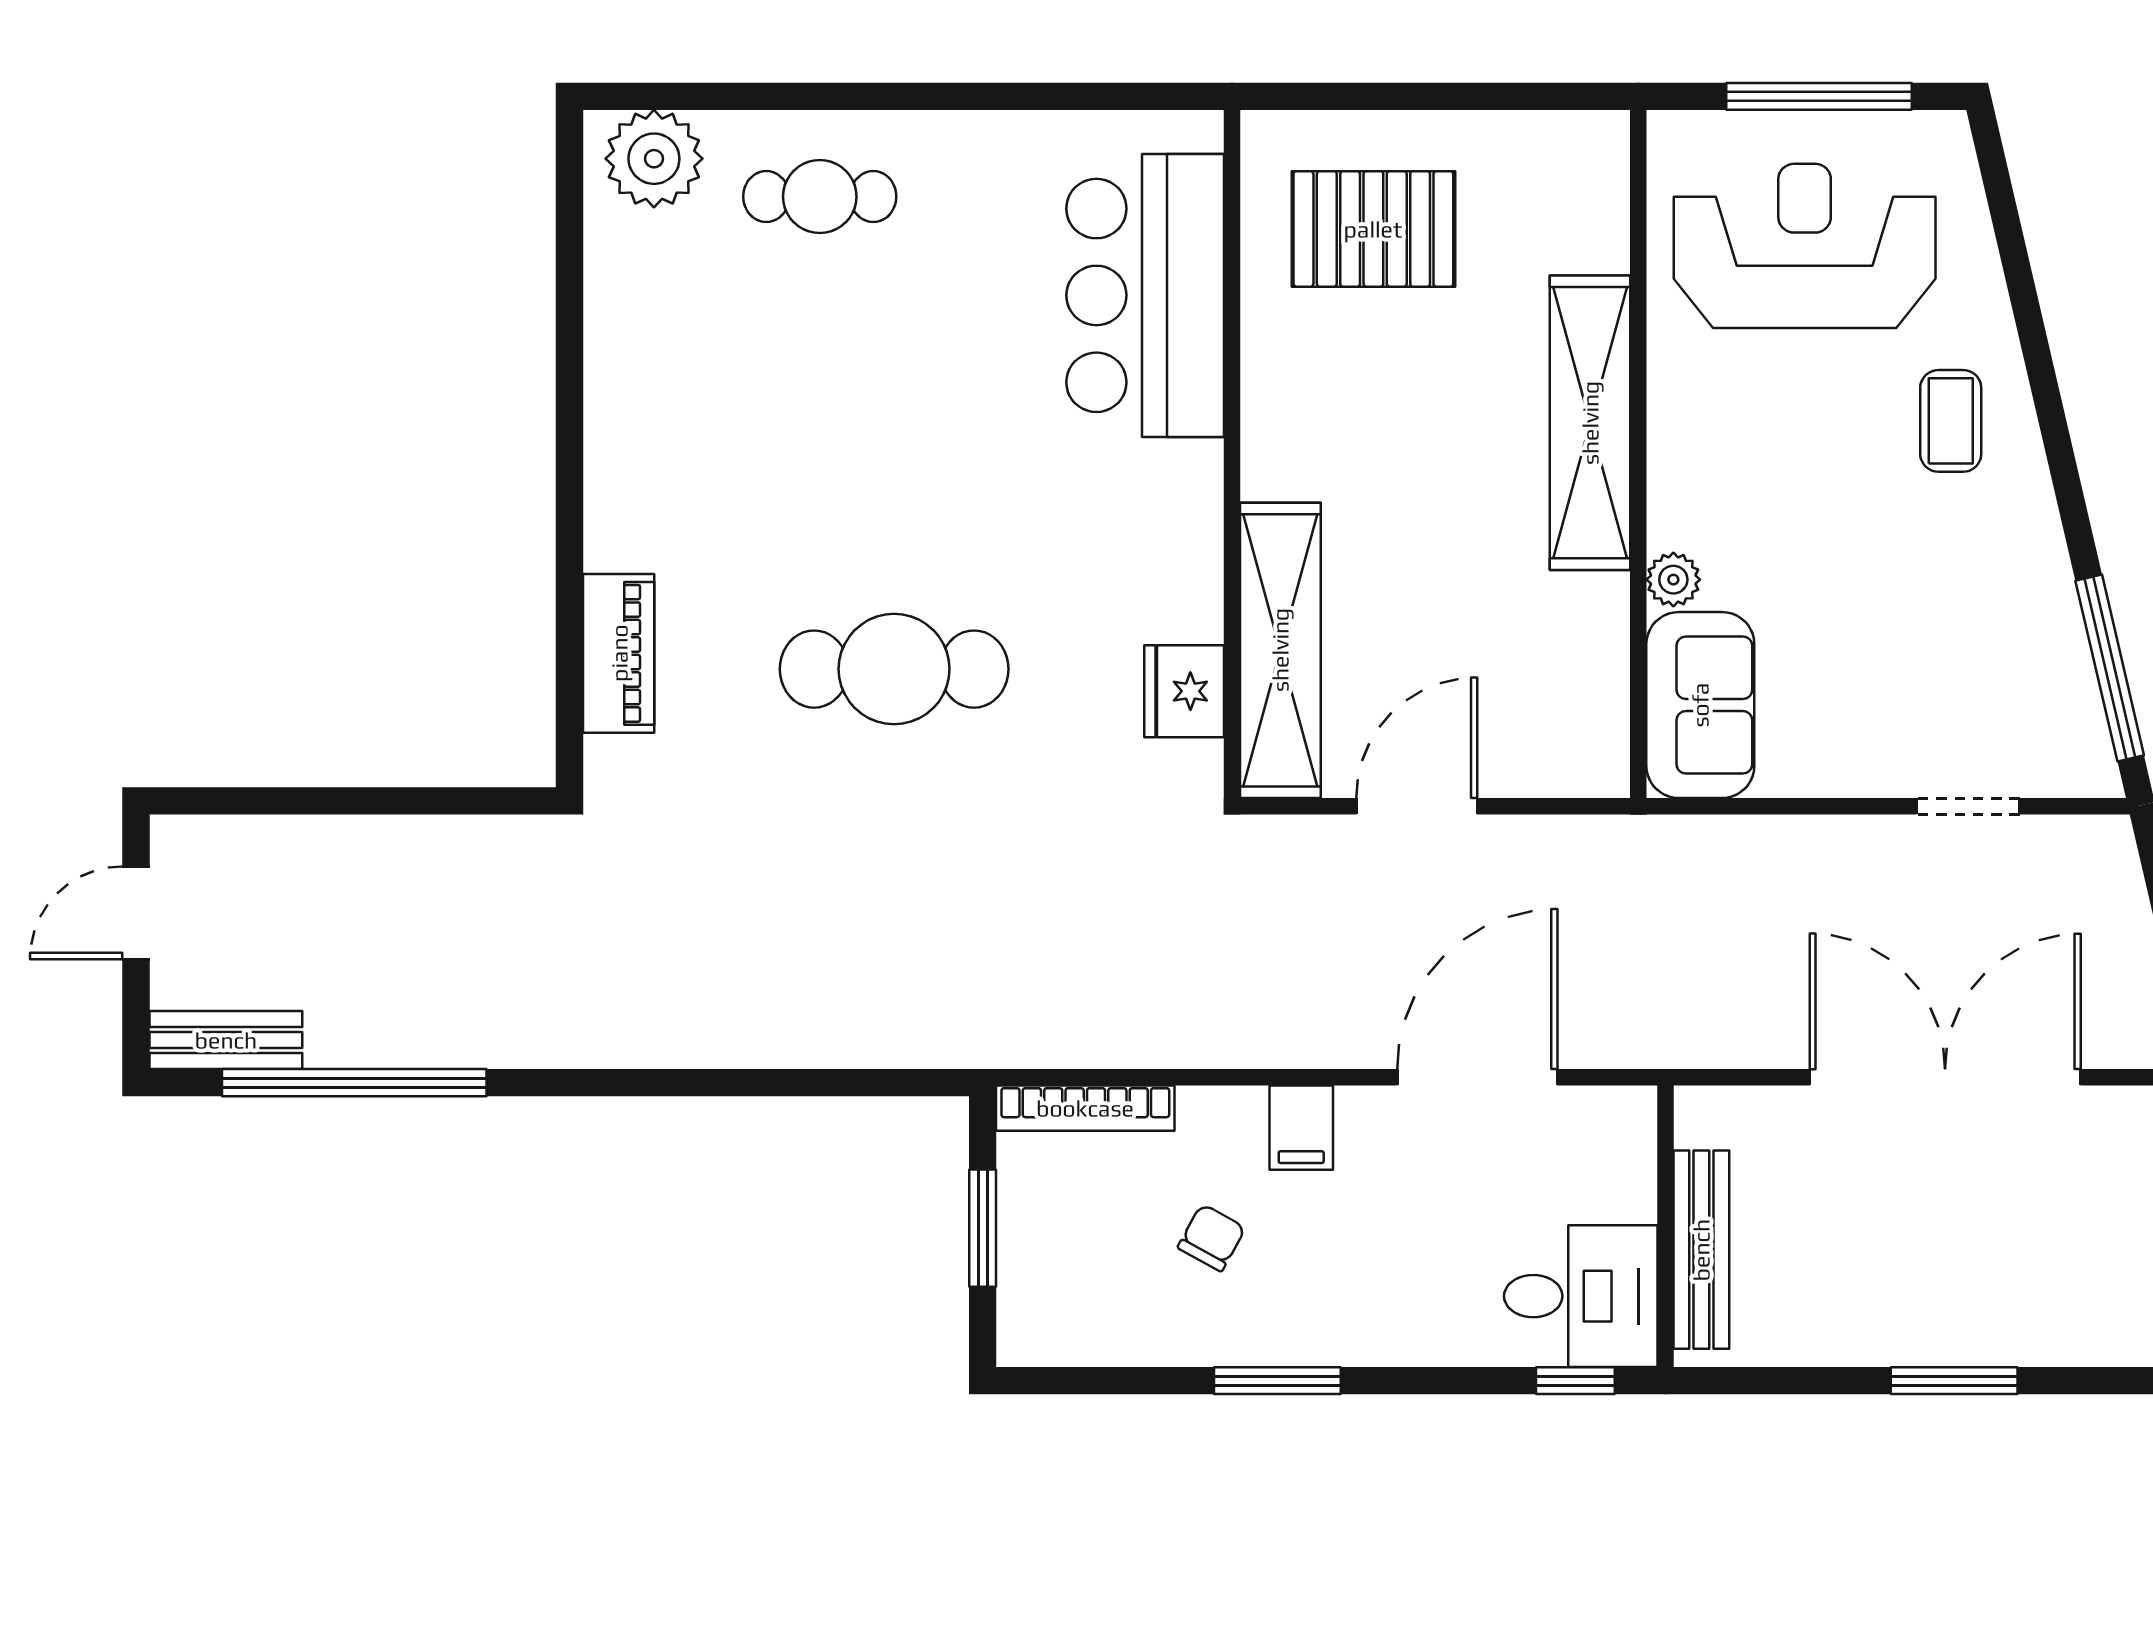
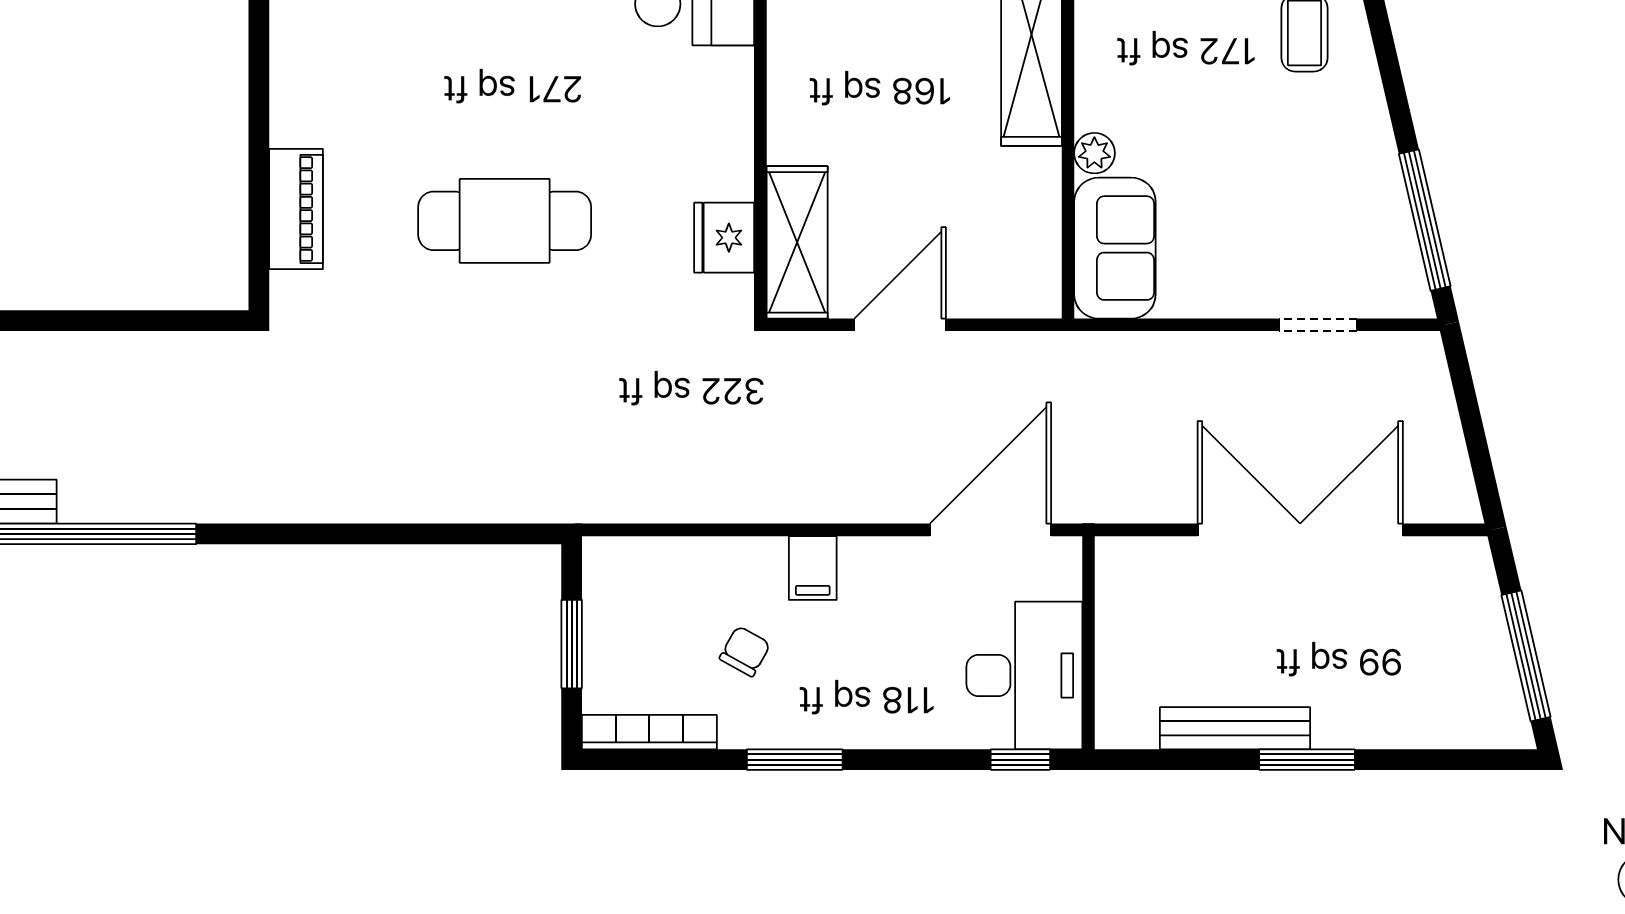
shelving: (1280, 650) -> (797, 242), width x0.68
door: (1477, 1077) -> (990, 530), moved
bookcase: (1085, 1108) -> (649, 732), moved, turned 180
bench: (1701, 1250) -> (1235, 728), moved, turned 90
desk: (1581, 1296) -> (1024, 675), width x1.37

